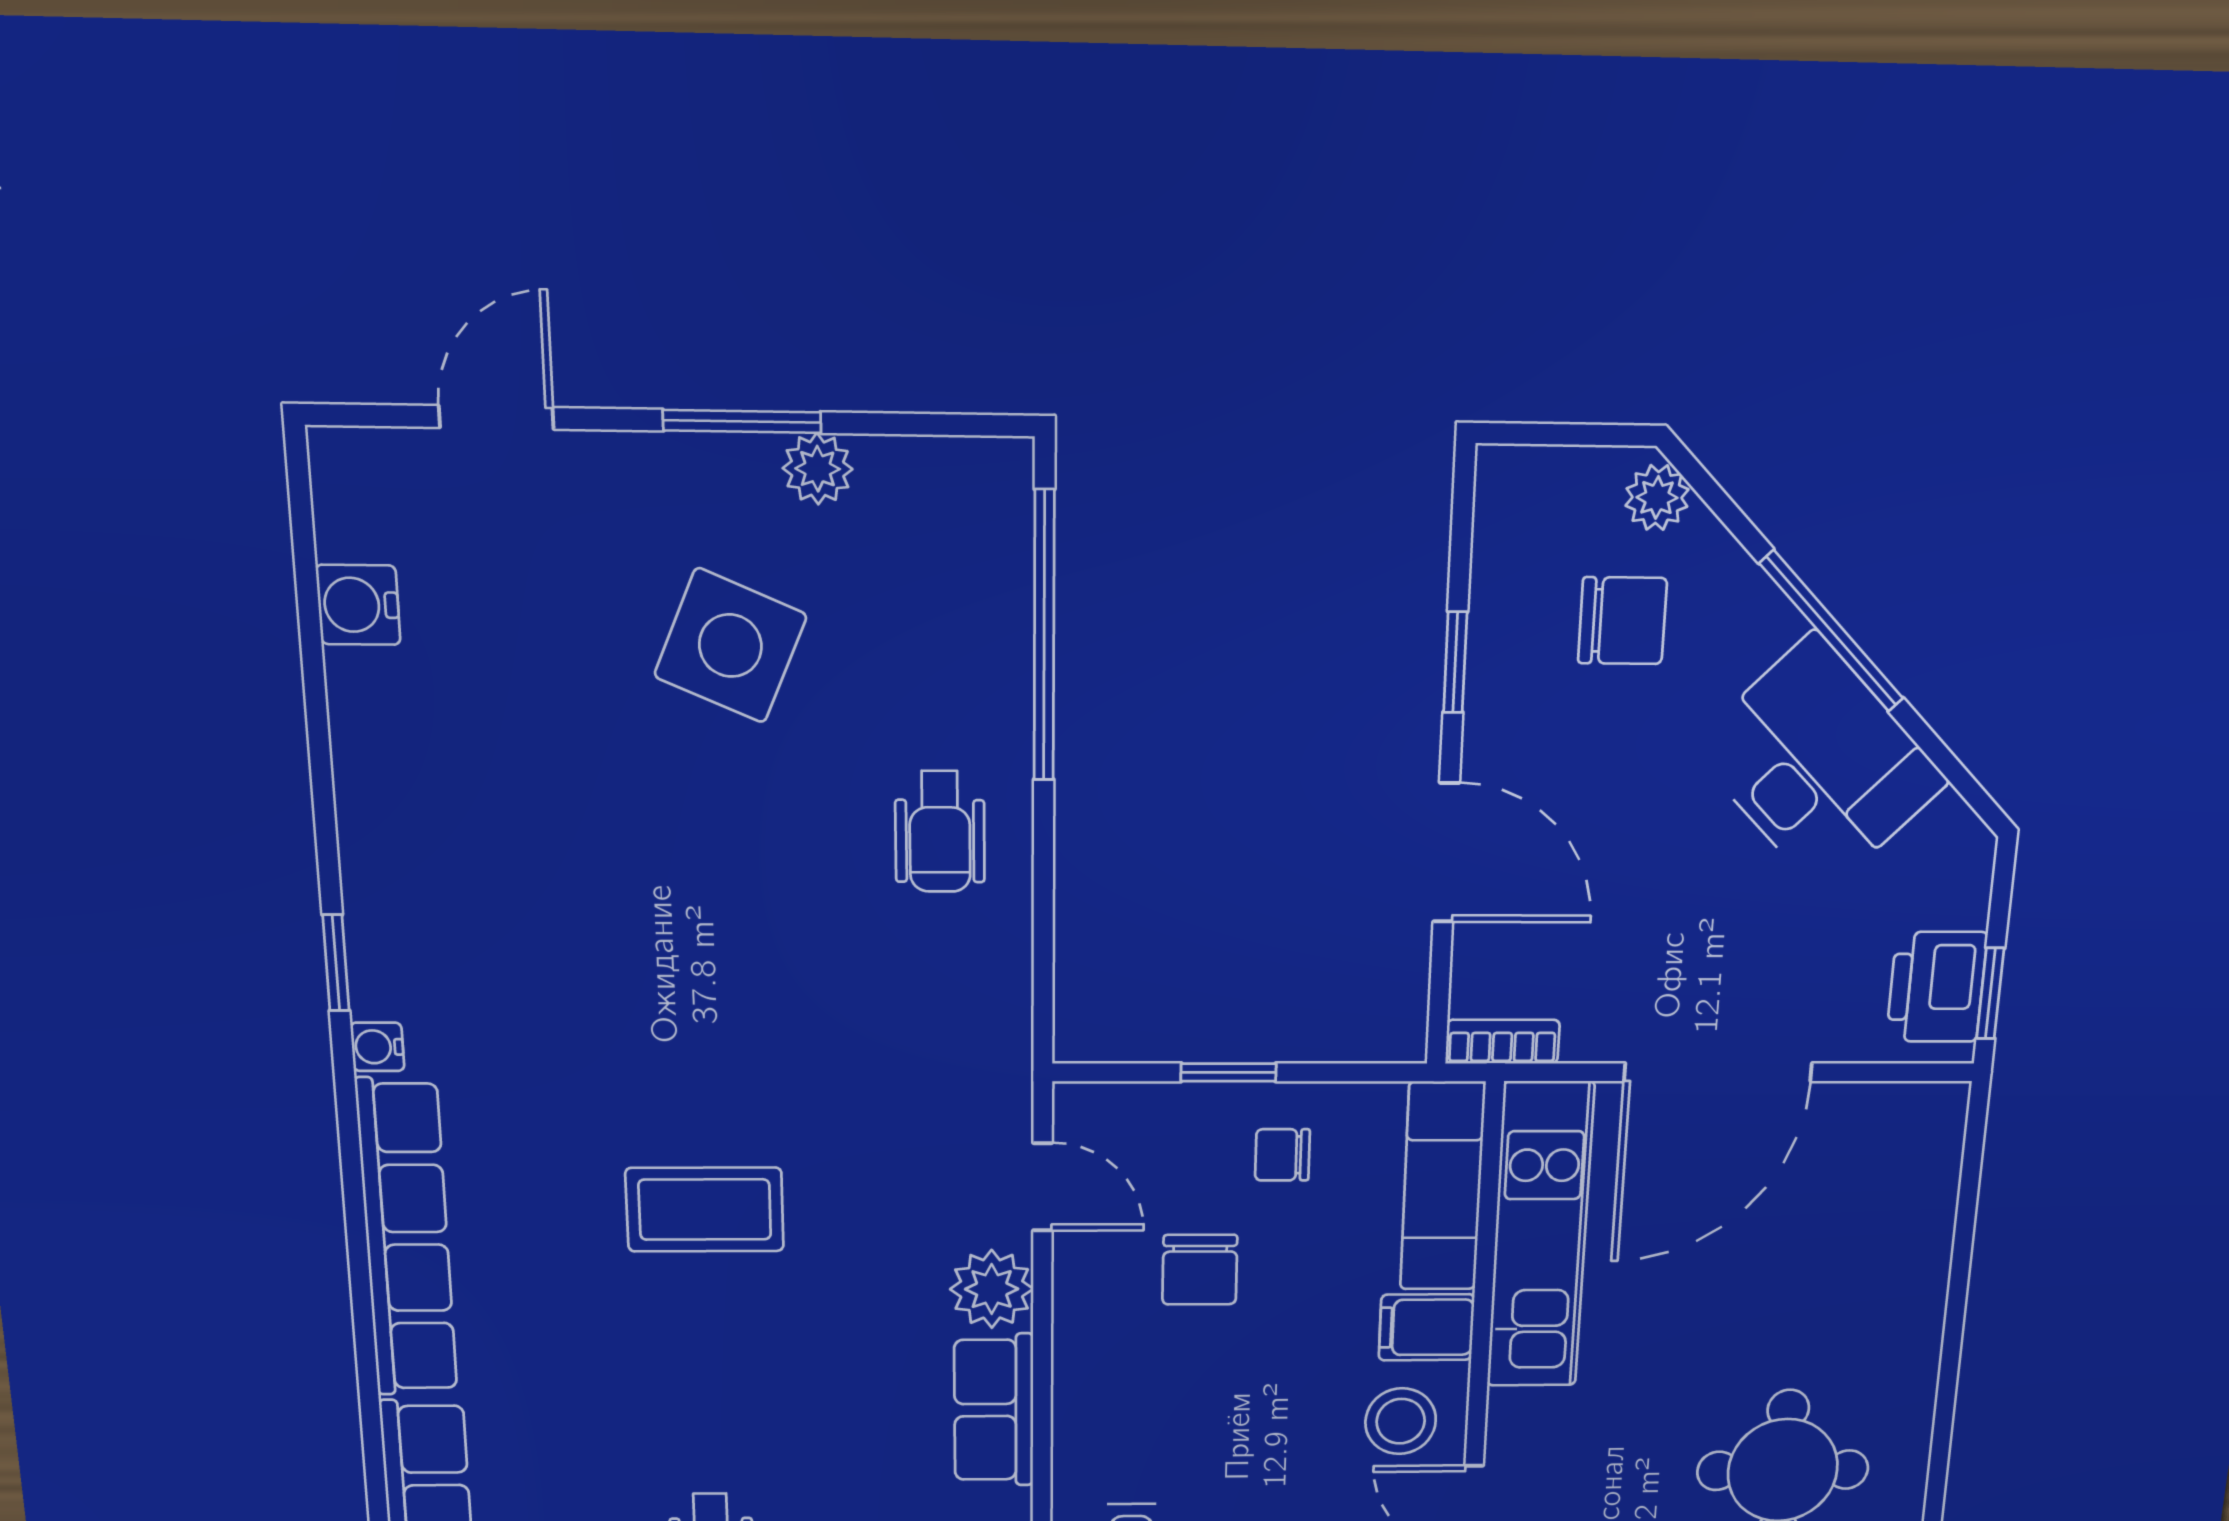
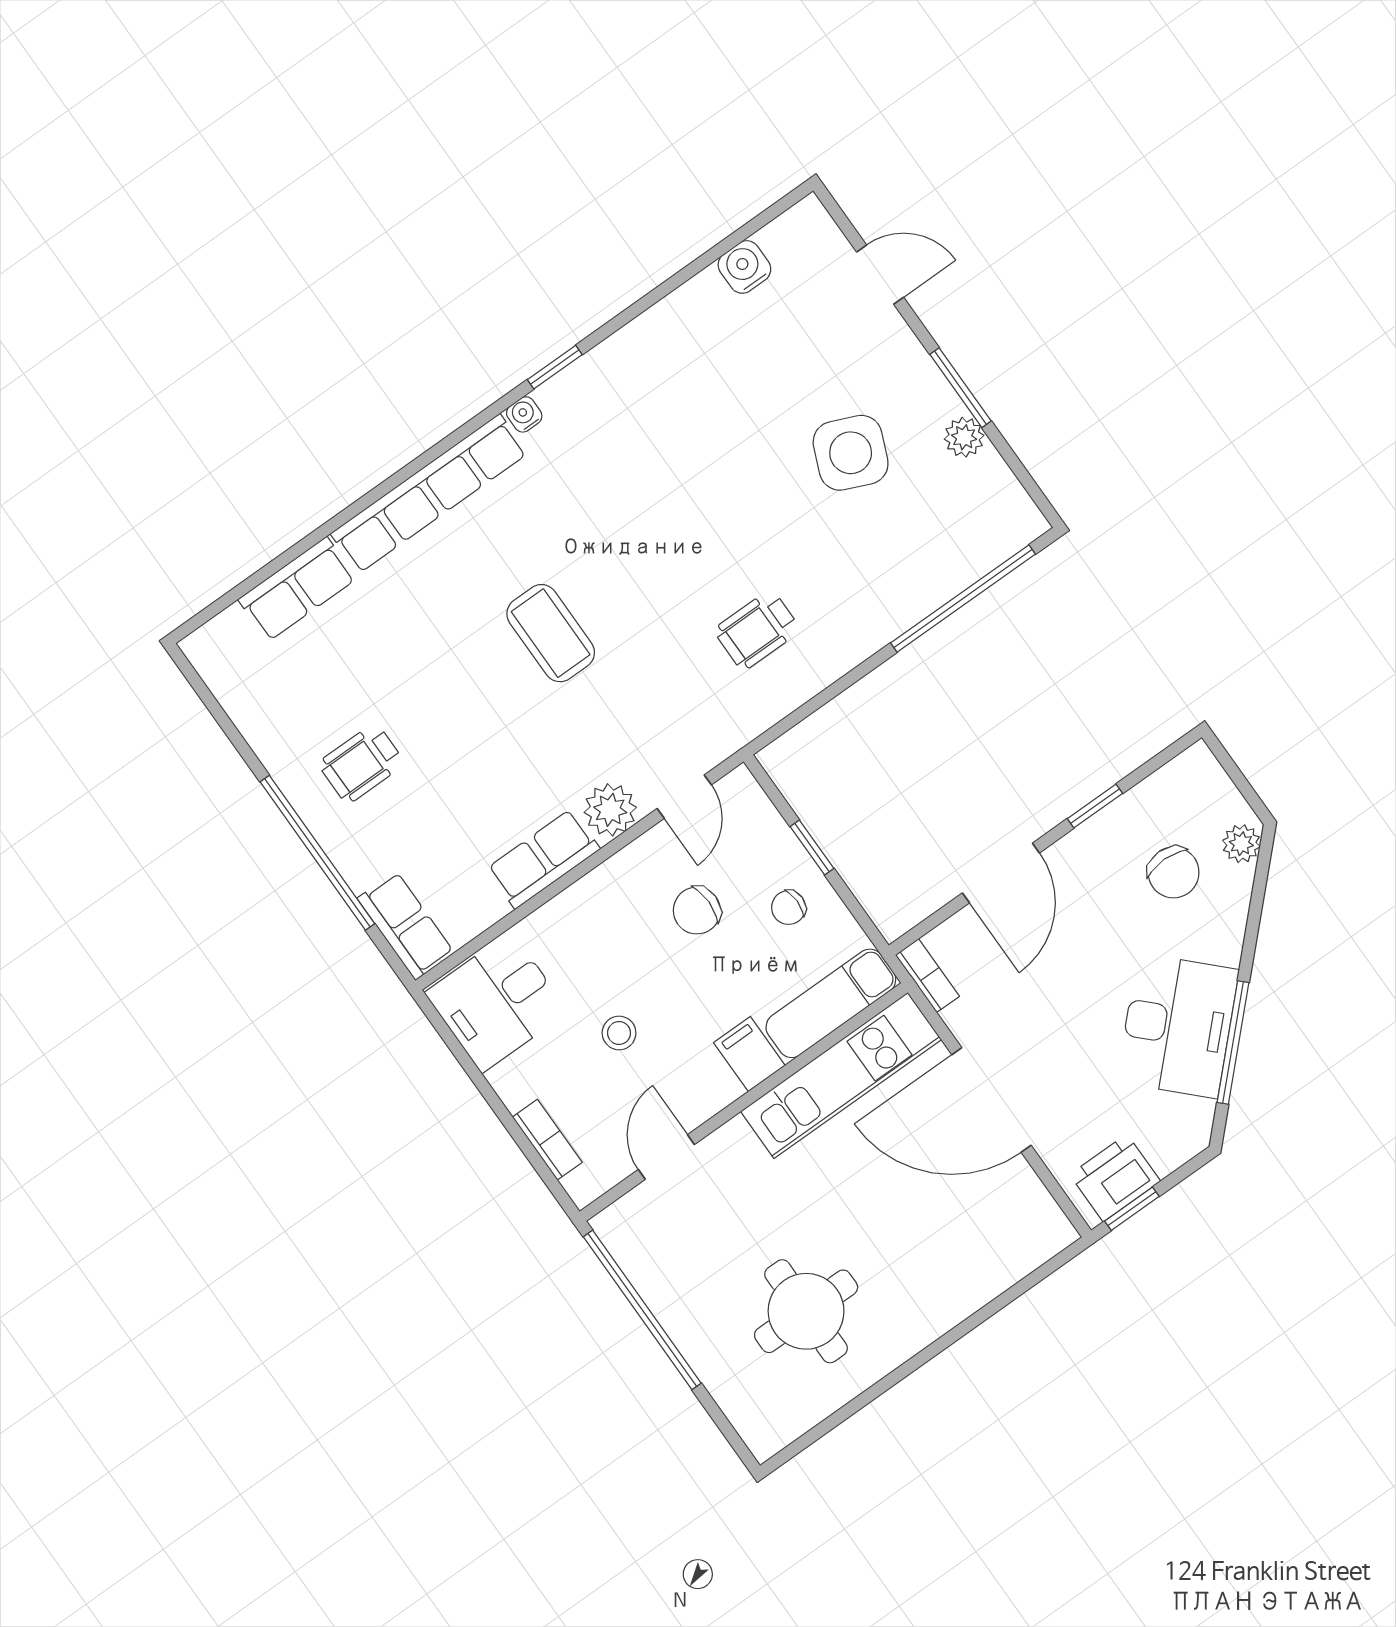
window: (1832, 631) -> (1233, 1042), moved
wheelchair: (940, 831) -> (757, 630), moved
chair: (1282, 1155) -> (789, 908), turned -90
stool: (1401, 1421) -> (619, 1033), moved, width x0.73, depth x0.73

